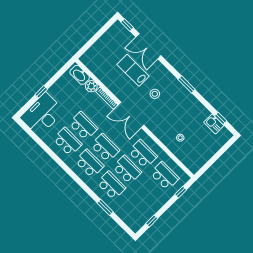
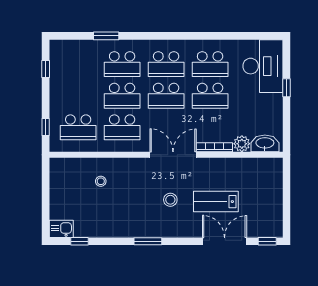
lab bench: (133, 70) -> (216, 202), turned 180
kitchen sink: (214, 124) -> (61, 229), moved

